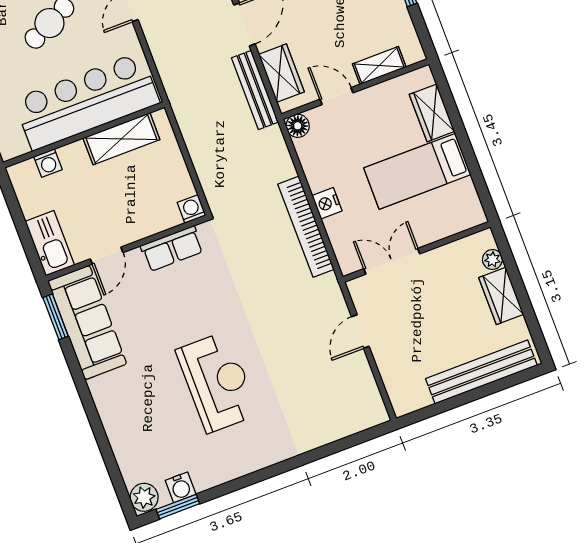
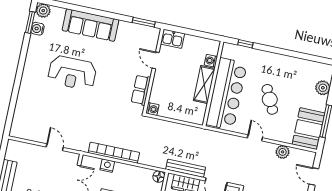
shelving: (121, 139) -> (204, 84), moved
nightstand: (327, 203) -> (107, 166), moved
kitchen sink: (50, 243) -> (173, 39), width x0.73
sofa: (87, 322) -> (90, 25), moved

